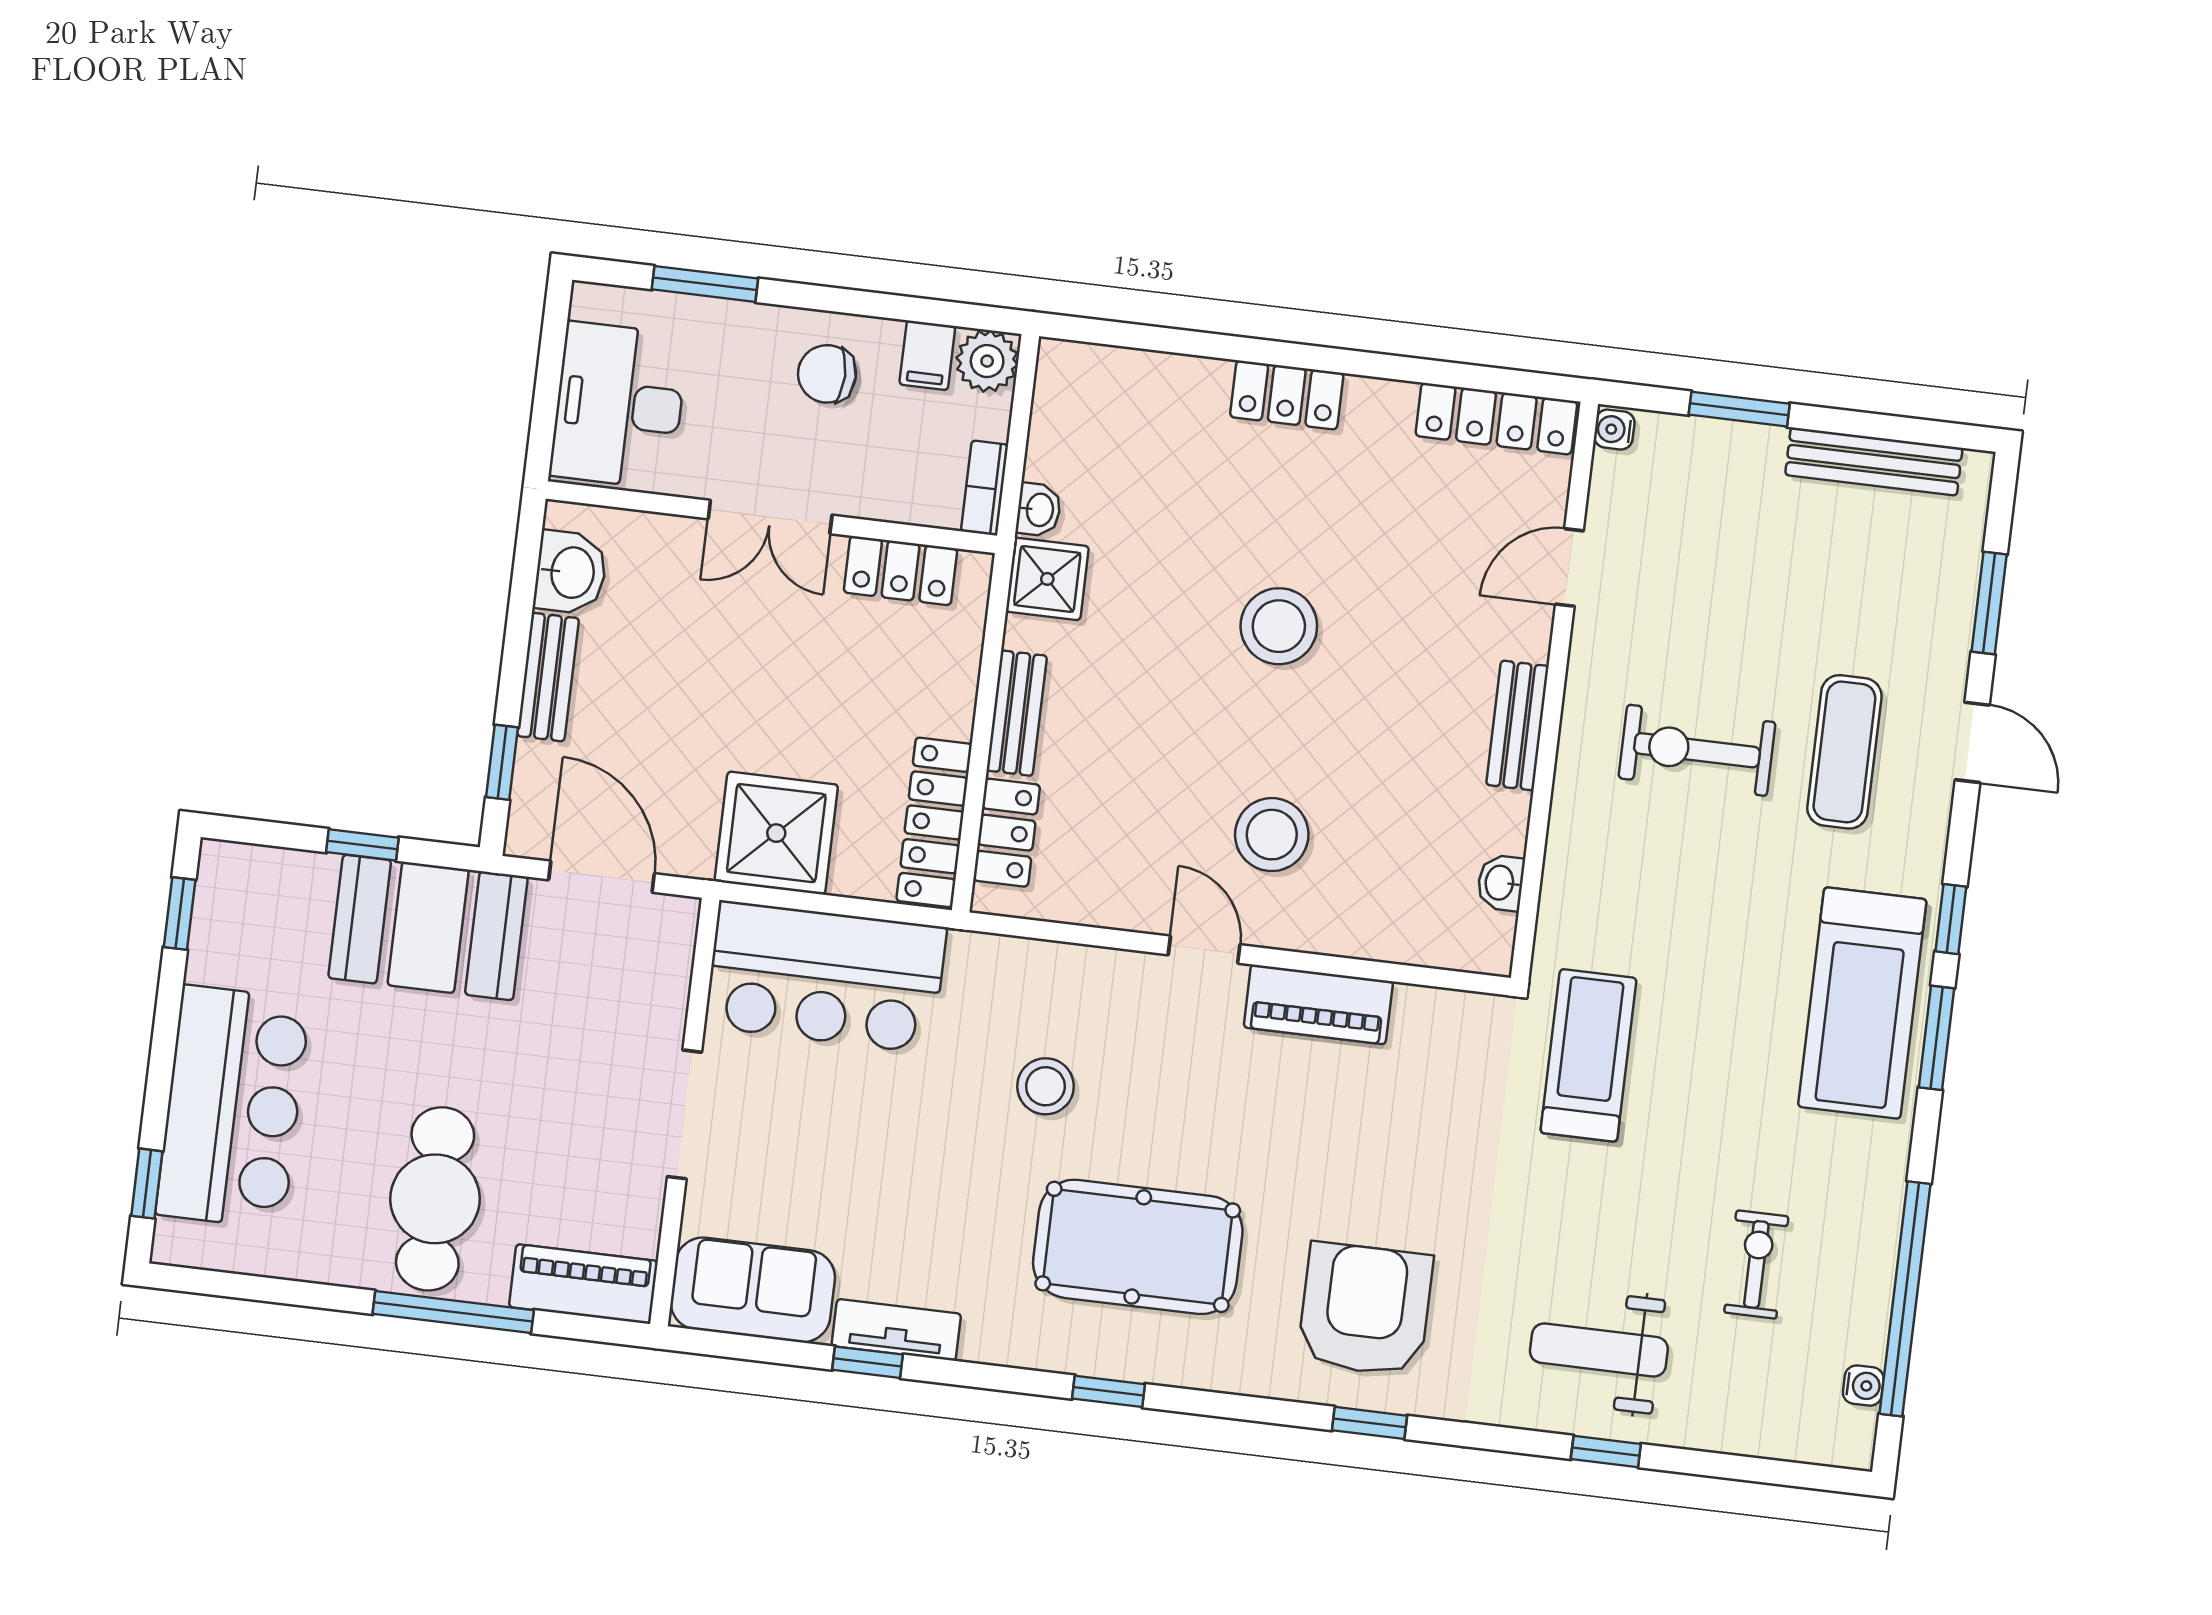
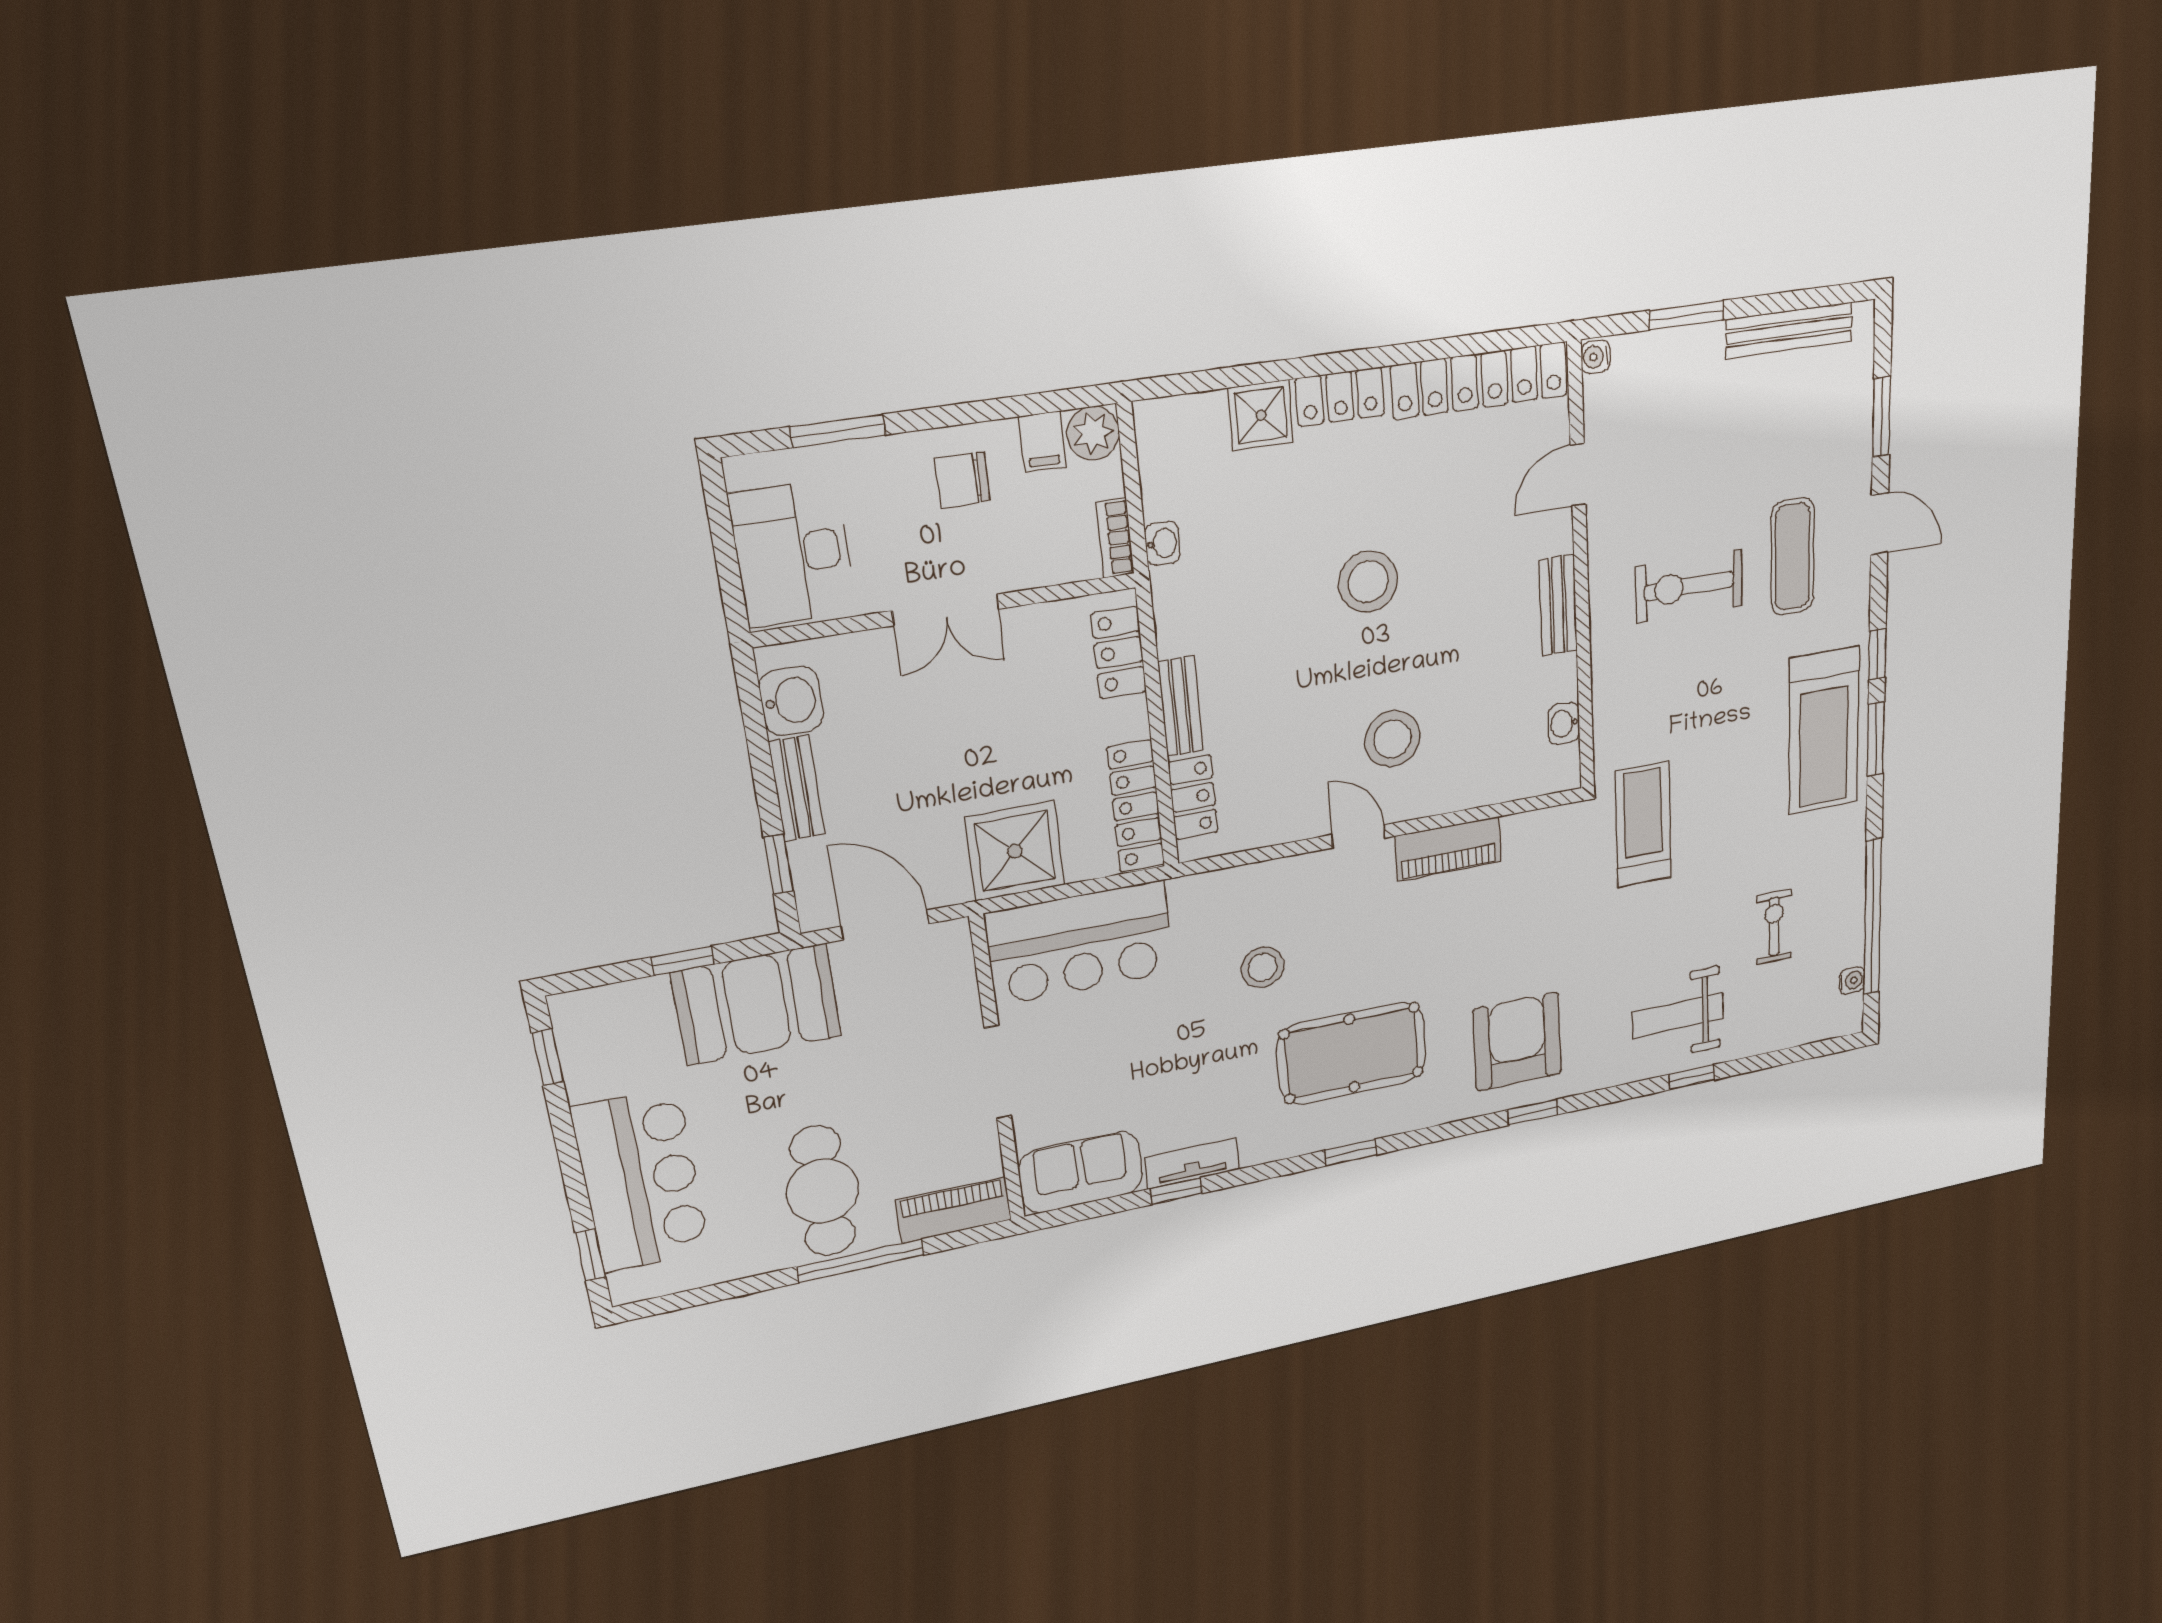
locker: (1496, 419) -> (1479, 381), width x1.41, depth x1.21
locker: (901, 571) -> (1119, 653), moved, turned 90
shower: (1047, 579) -> (1261, 415), moved

